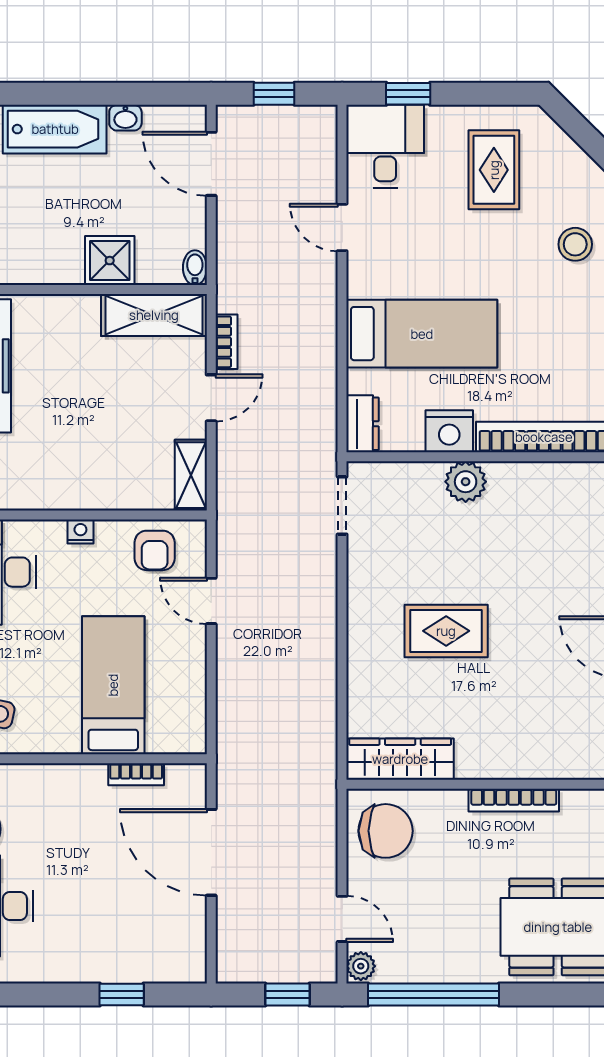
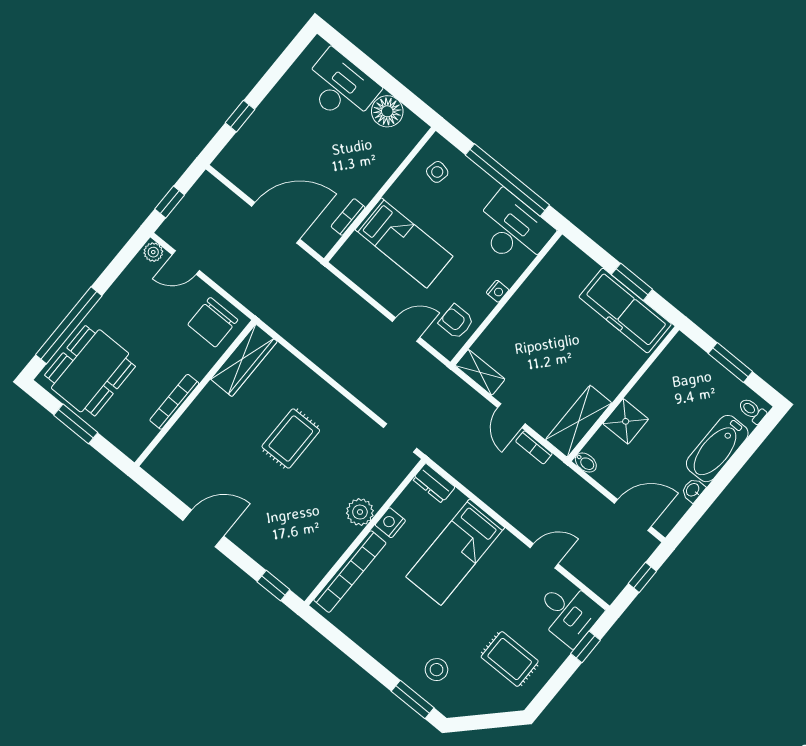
nightstand: (449, 431) -> (390, 523), width x0.74, depth x0.75
window: (434, 995) -> (69, 325), moved

